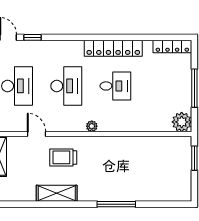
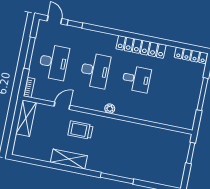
plant: (182, 122) -> (186, 120), removed
door: (37, 134) -> (62, 106), hinge flipped

